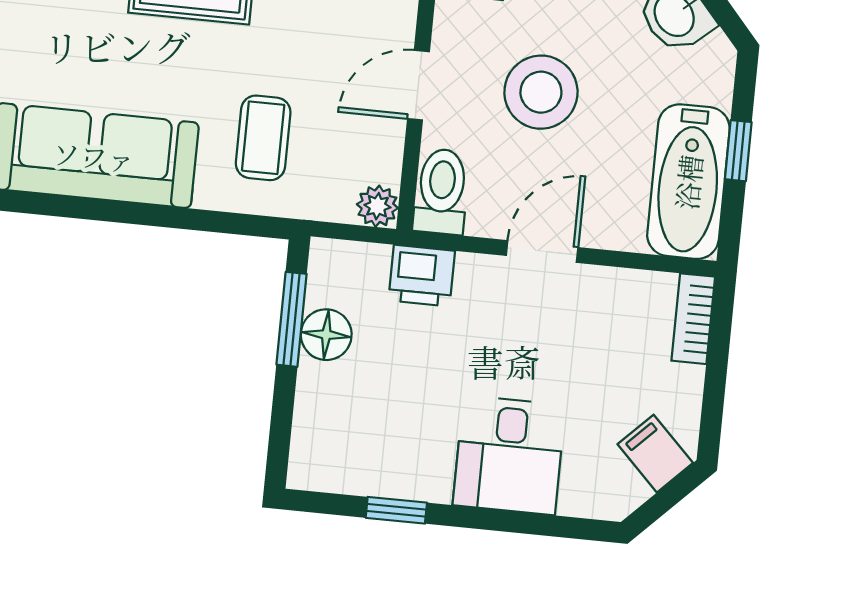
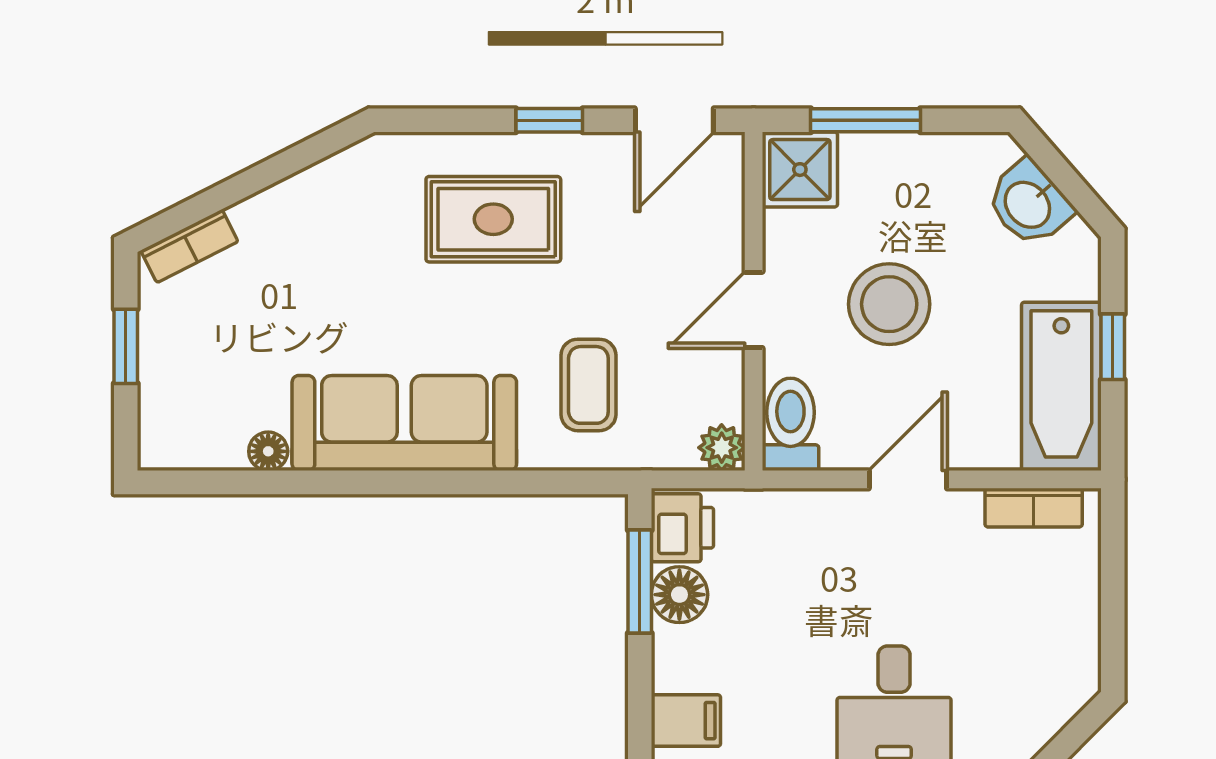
printer: (422, 276) -> (682, 528), moved, turned -90
bookcase: (693, 319) -> (1034, 508), moved, turned -90
filing cabinet: (655, 454) -> (686, 721), moved, turned 135

